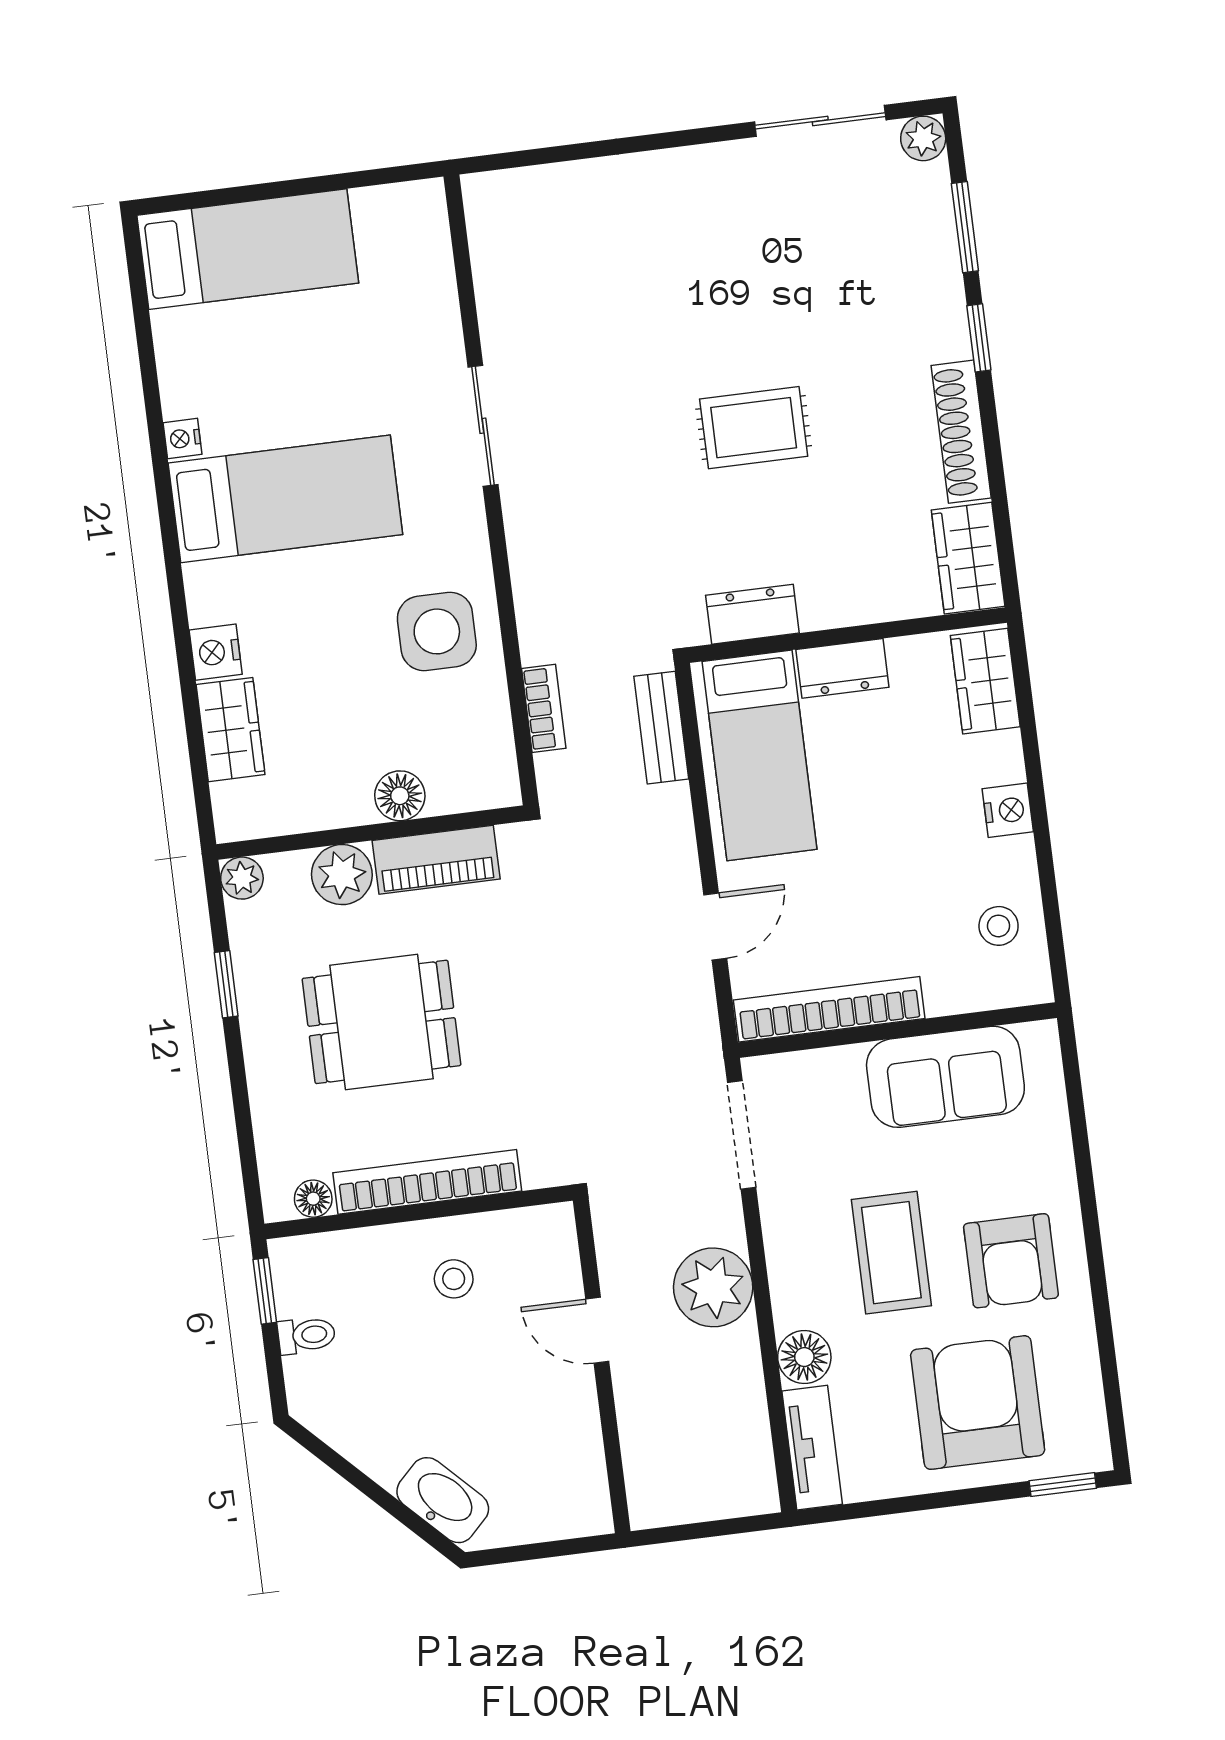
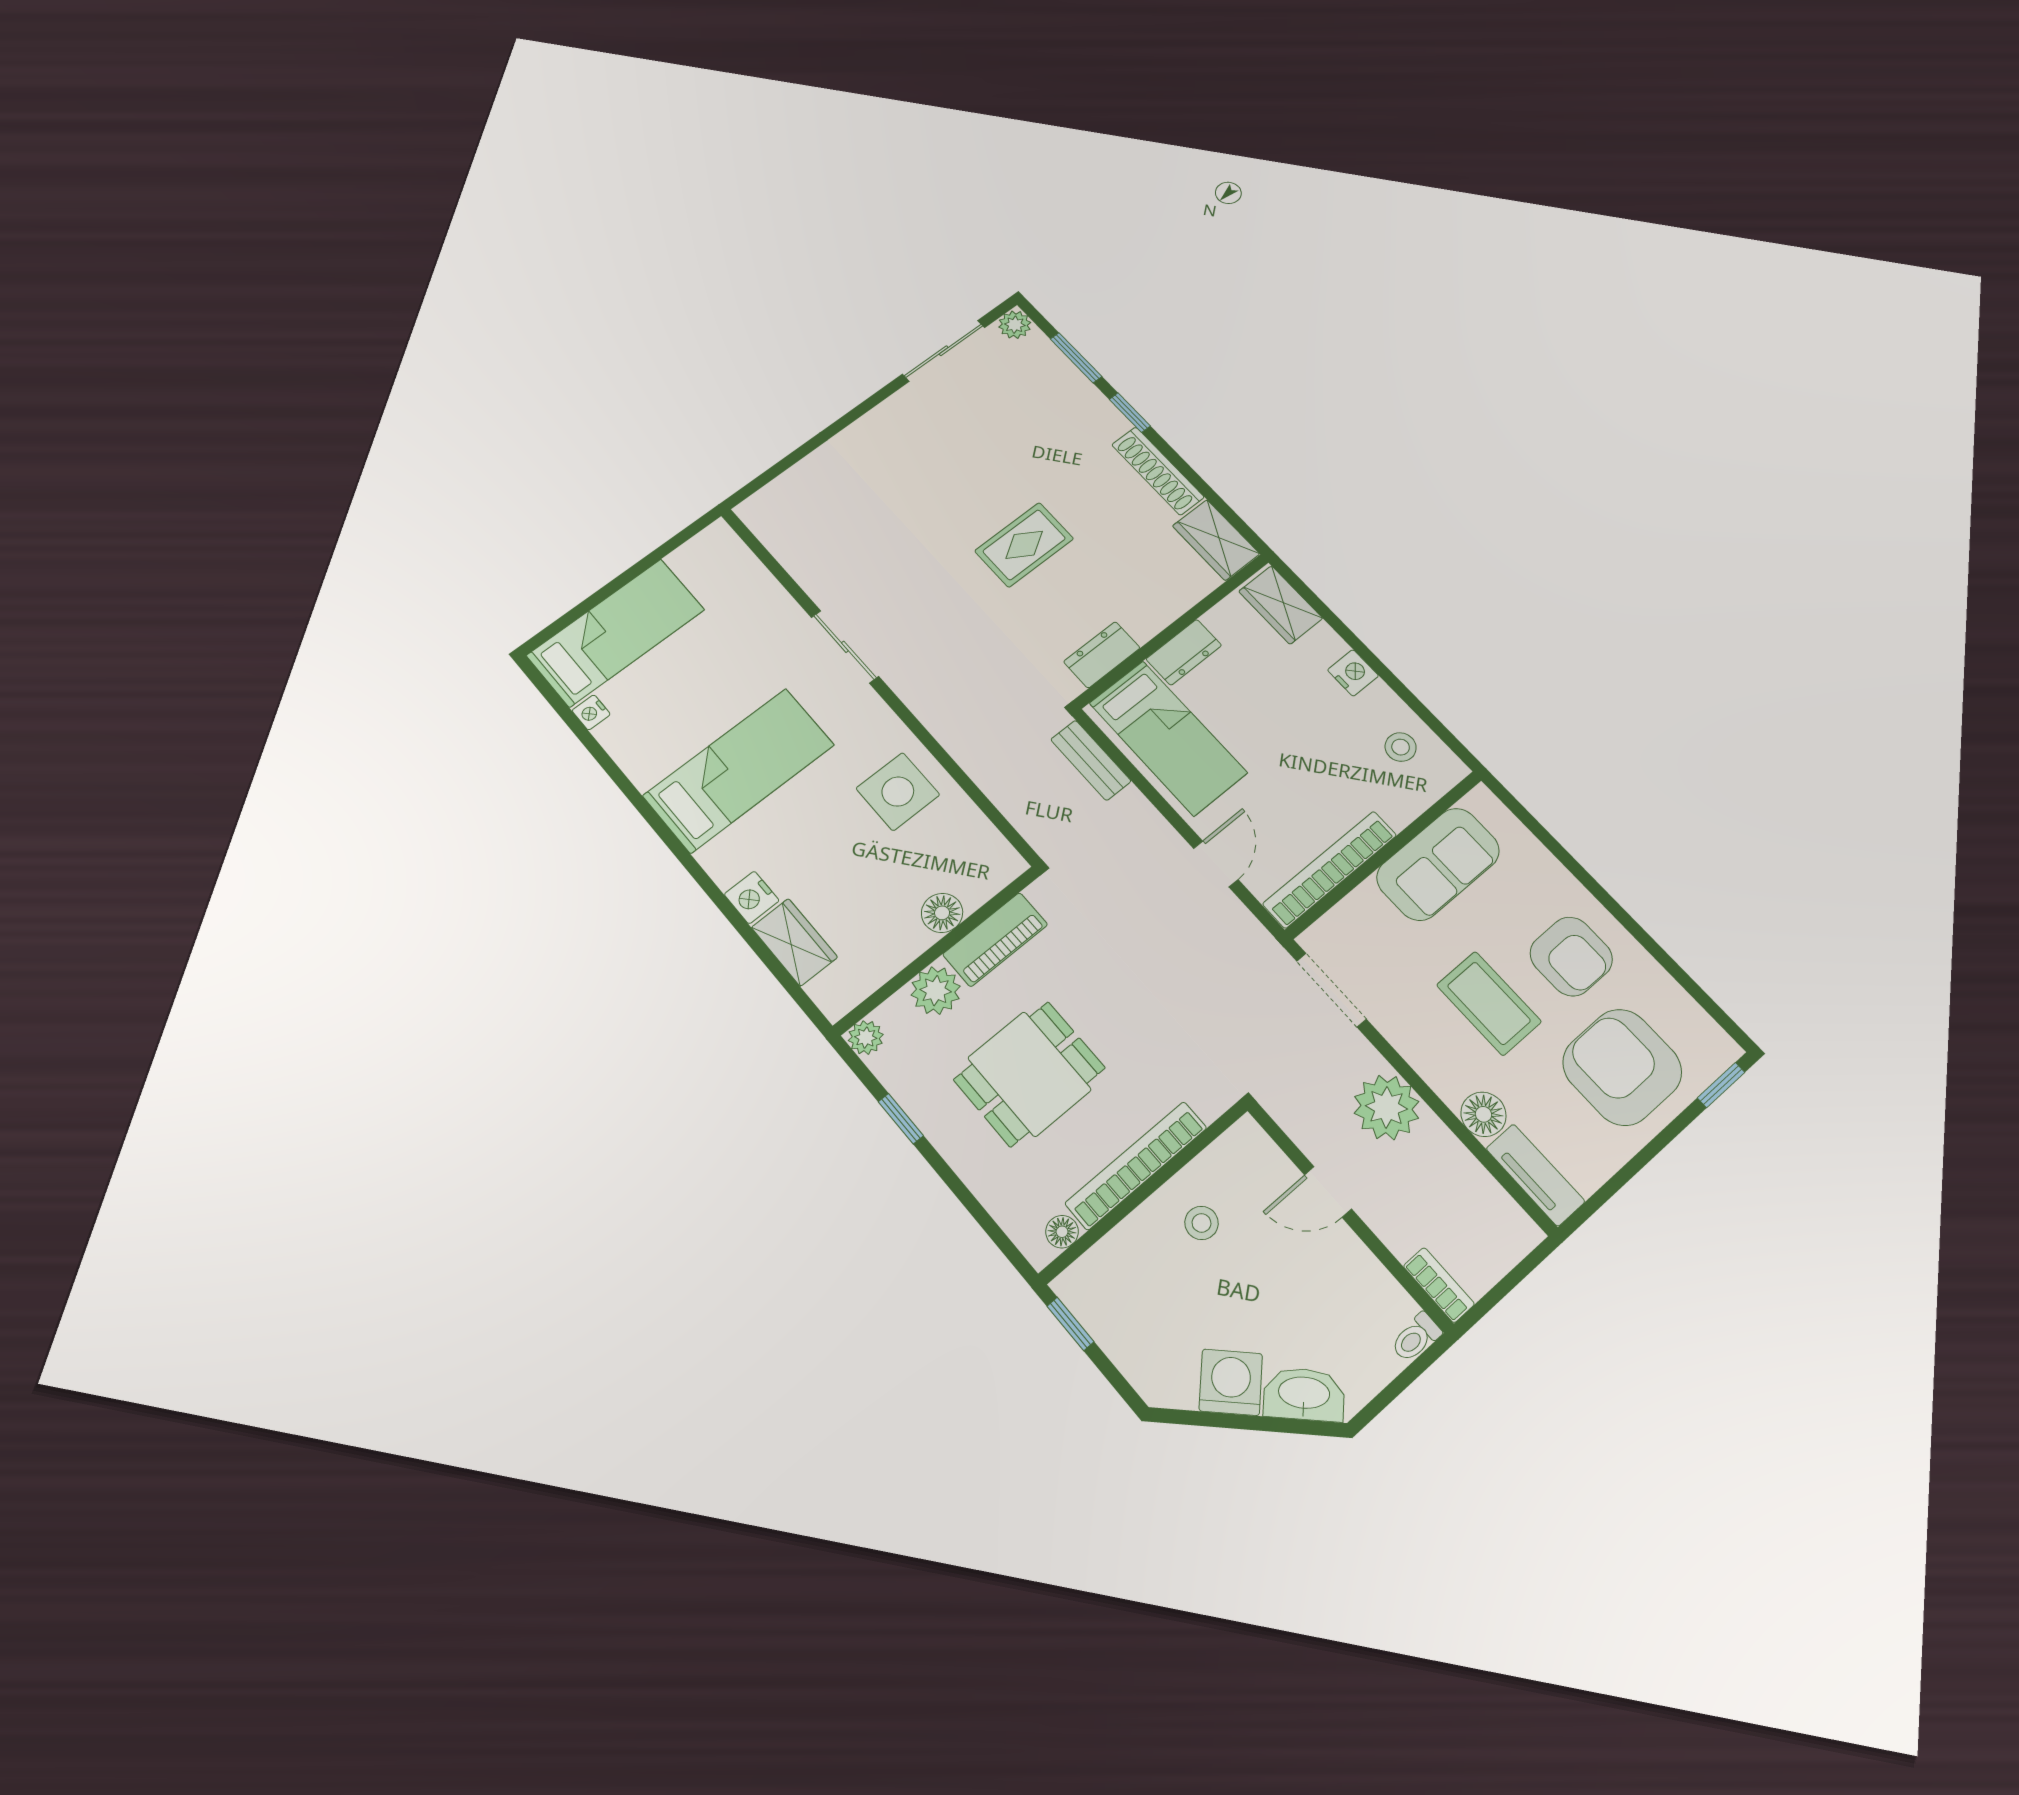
nightstand: (182, 439) -> (591, 712), moved
bookcase: (544, 708) -> (1439, 1285), moved
toilet: (307, 1335) -> (1416, 1338), moved, turned 180
washing machine: (381, 1444) -> (1231, 1382), added

